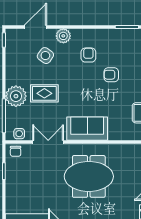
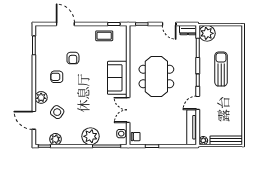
plant: (12, 53) -> (55, 139), added
rug: (44, 93) -> (88, 113), removed

